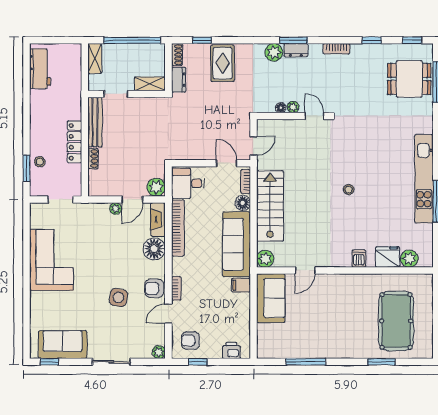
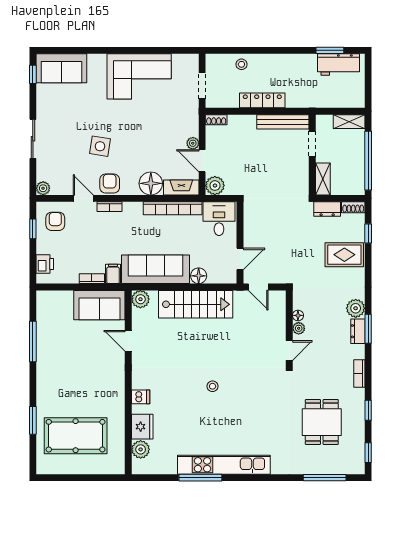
dining table: (409, 79) -> (322, 422), moved
shoe rack: (93, 159) -> (216, 120), moved
window: (27, 168) -> (330, 50), moved
bookcase: (246, 182) -> (92, 279), moved
sofa: (63, 345) -> (61, 68), moved, turned 90

